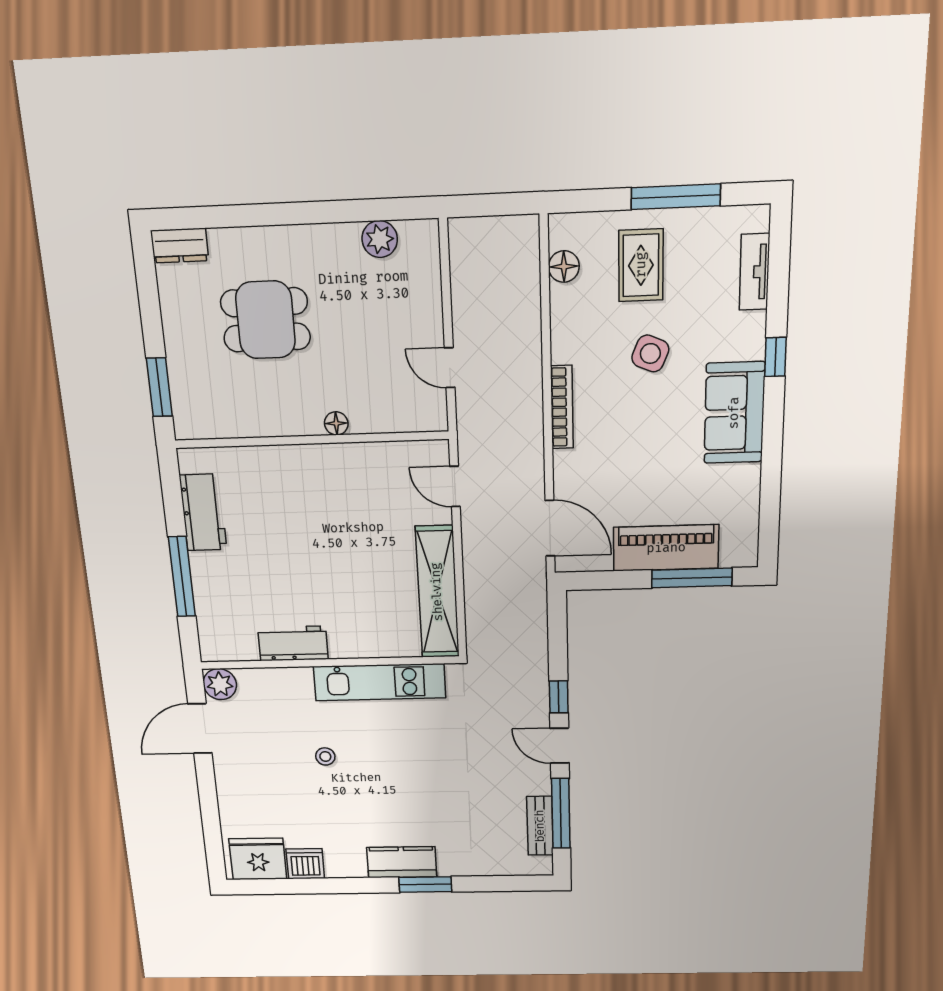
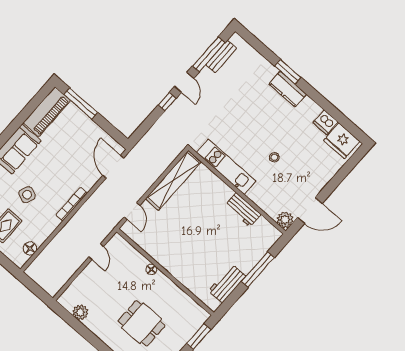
piano: (666, 548) -> (47, 112), moved, turned -90

